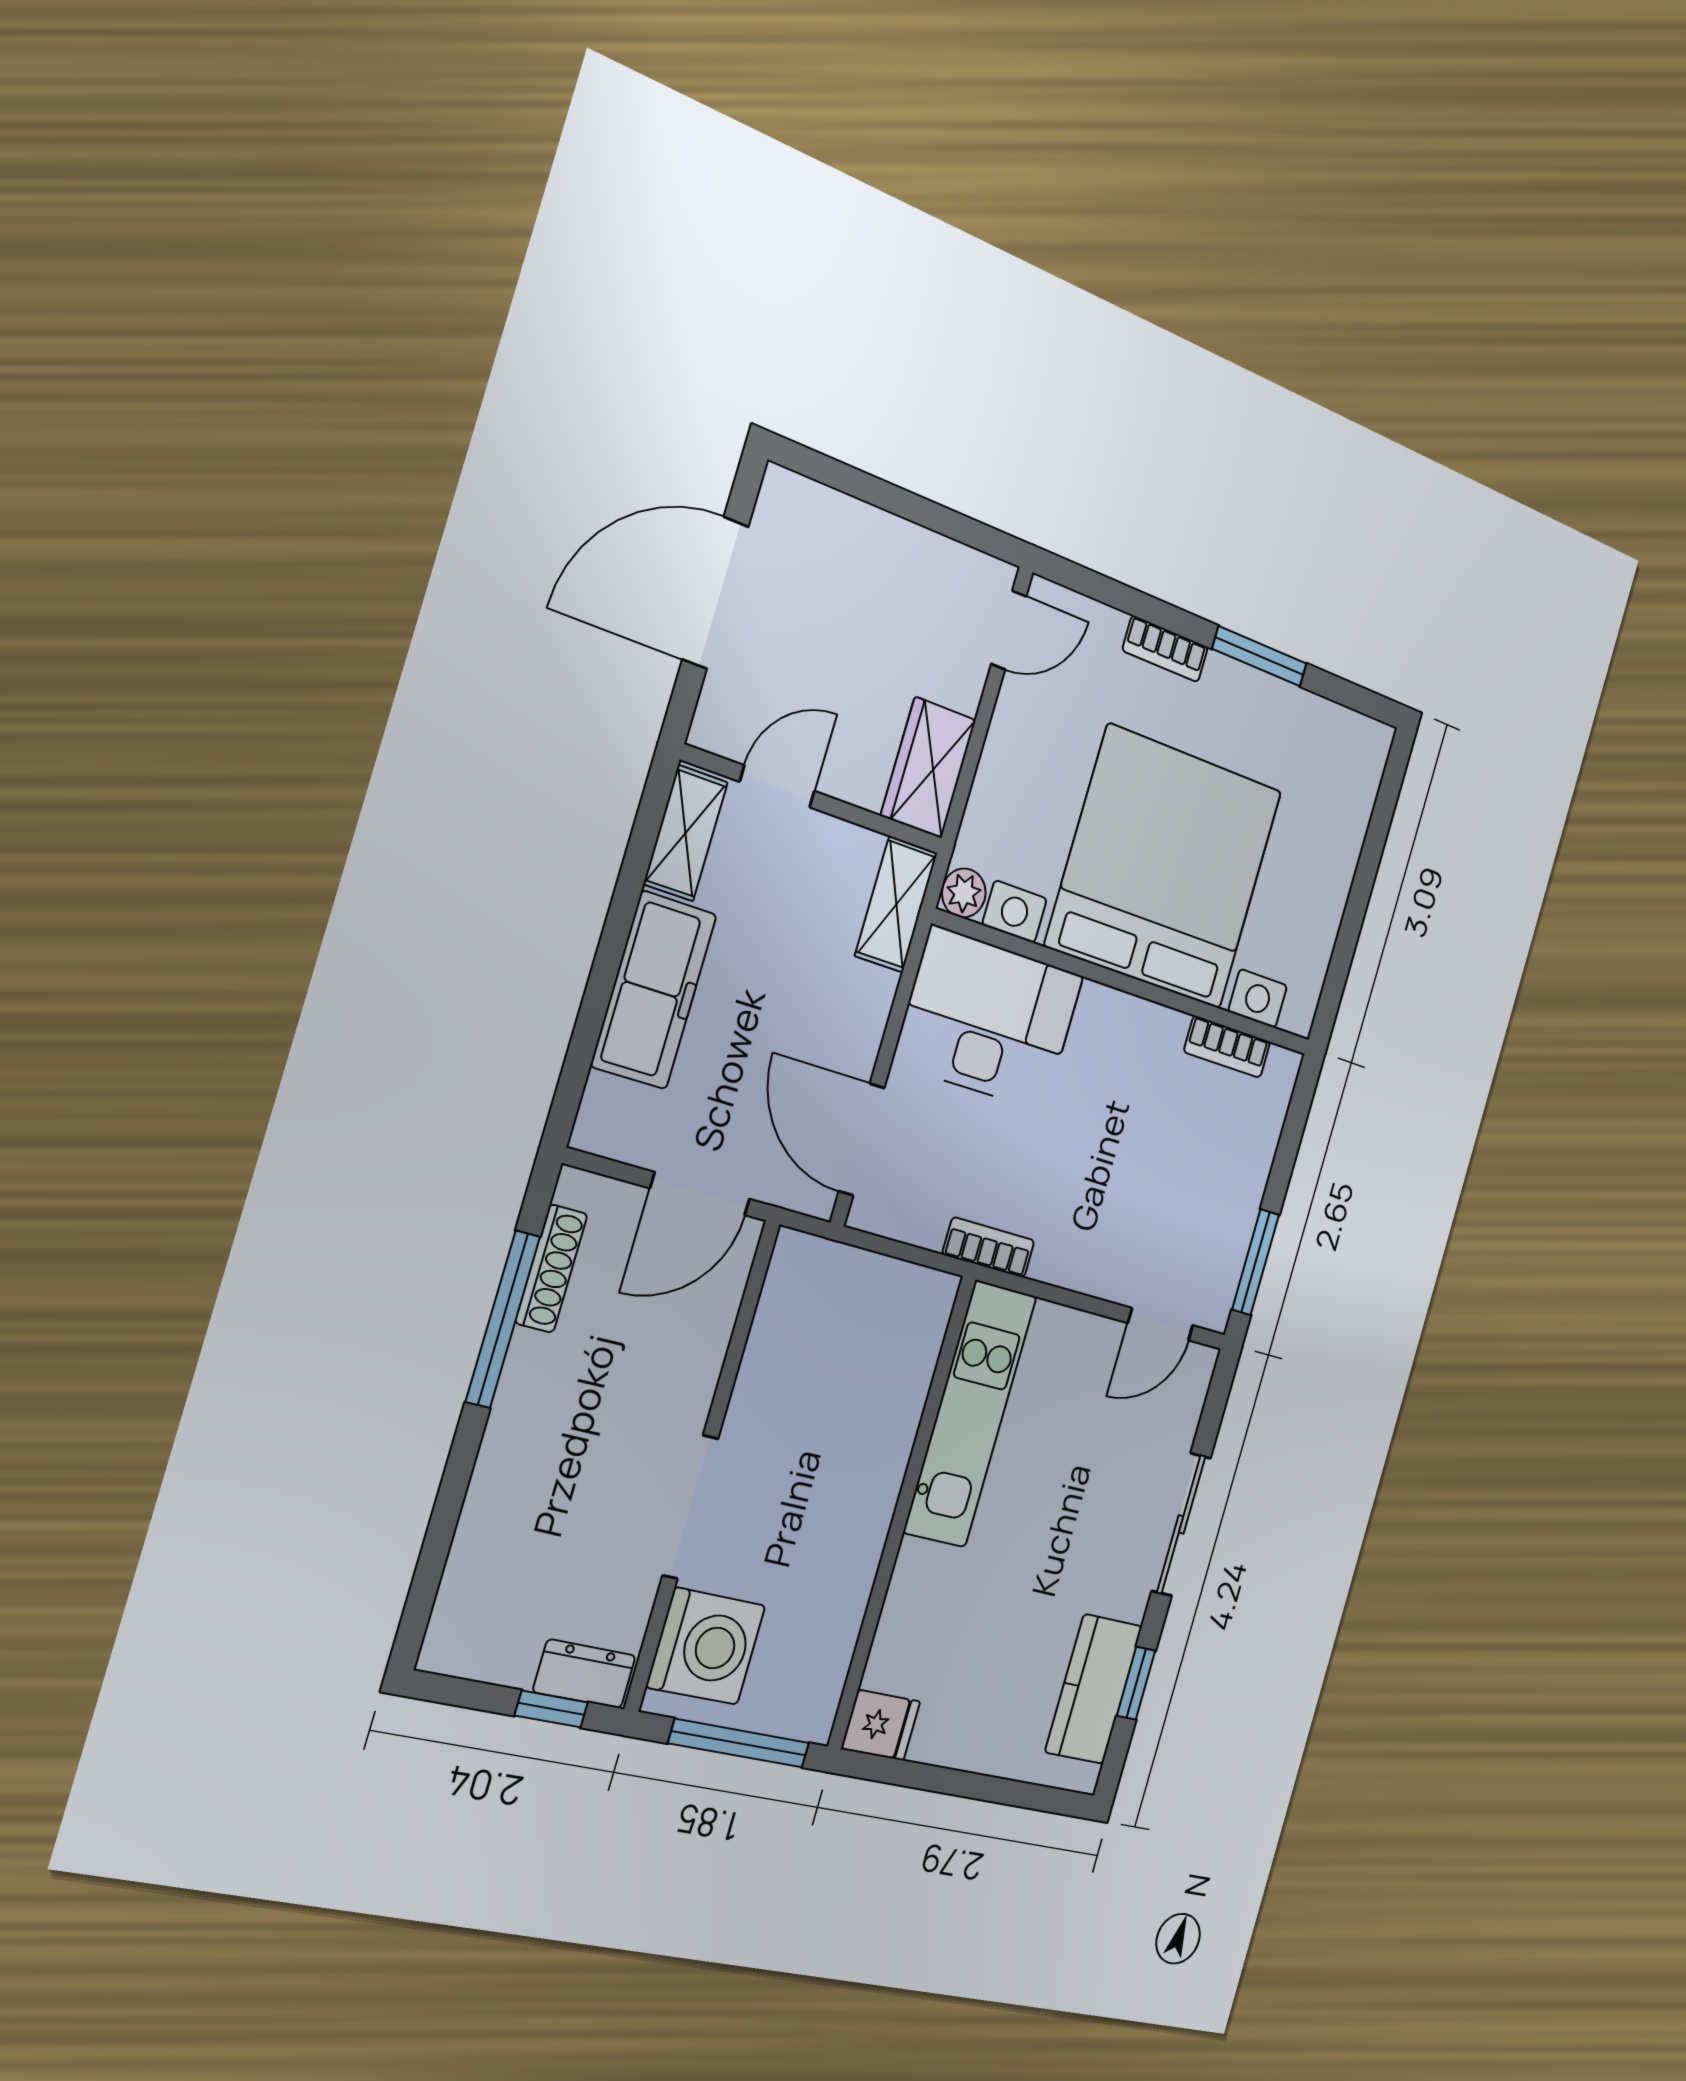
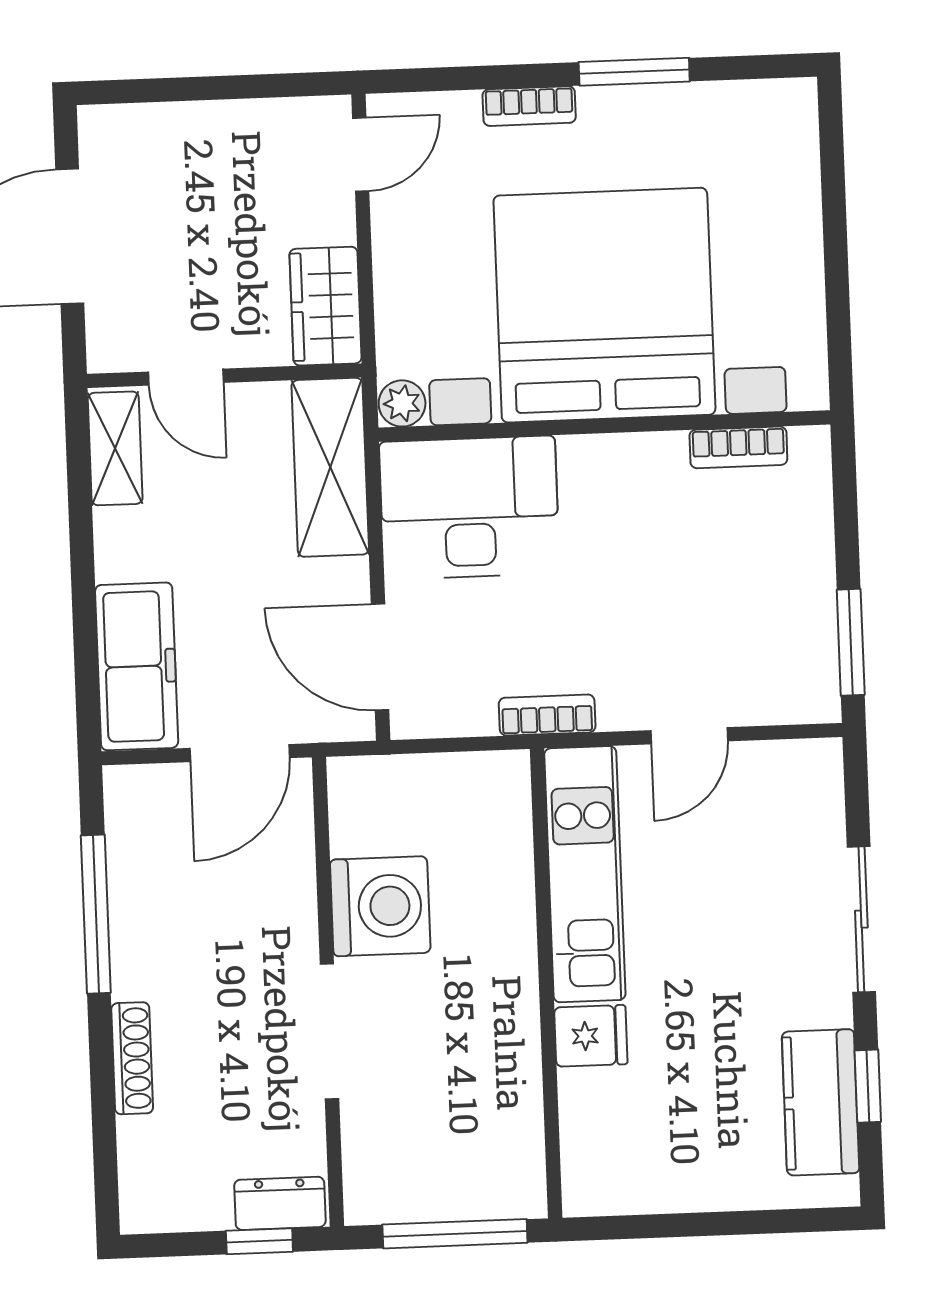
door: (777, 786) -> (186, 377), swing flipped
shelving: (896, 904) -> (330, 467), width x1.50, depth x1.33
freezer: (654, 990) -> (137, 666), moved
shoe rack: (551, 1269) -> (132, 1058), moved
door: (1160, 1324) -> (689, 736), moved
washing machine: (706, 1646) -> (380, 906), moved
fridge: (881, 1725) -> (591, 1036), moved

